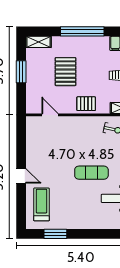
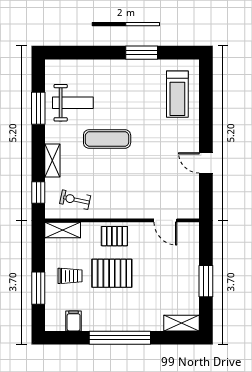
pallet: (66, 72) -> (112, 273), moved, turned 90
door: (21, 176) -> (206, 163), moved
window: (55, 234) -> (142, 53), moved

